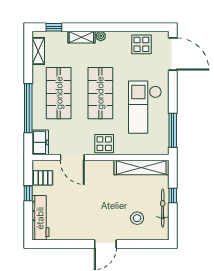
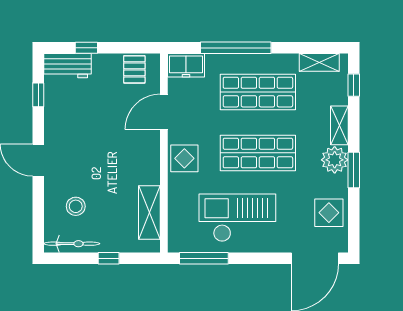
window: (112, 27) -> (354, 170), added
plant: (101, 36) -> (335, 160), width x1.88, depth x1.88
shelving: (141, 168) -> (149, 212), width x0.68
window: (28, 193) -> (86, 48), moved
bicycle: (163, 208) -> (72, 244), moved
workbench: (40, 218) -> (68, 66), width x0.73
window: (61, 244) -> (38, 95), added

